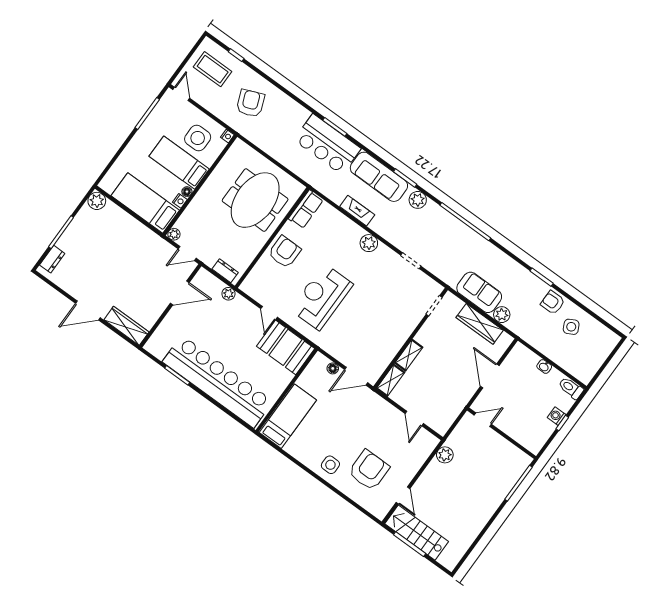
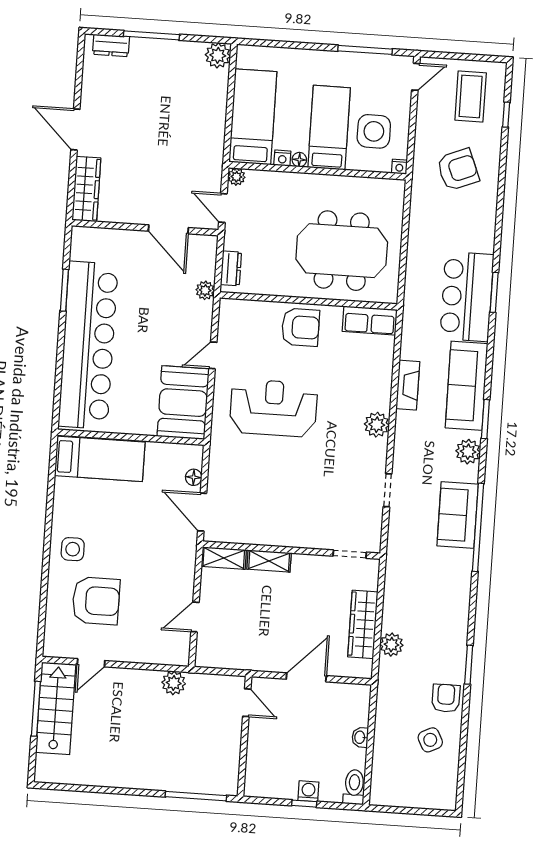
sofa: (479, 292) -> (458, 515), moved, turned 180

